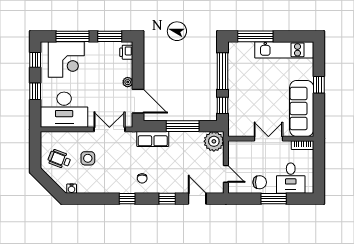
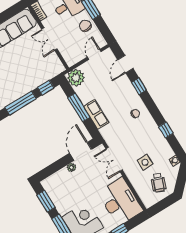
printer: (126, 52) -> (50, 182), removed
row of seats: (153, 139) -> (96, 114), moved
window: (127, 199) -> (166, 130), moved

